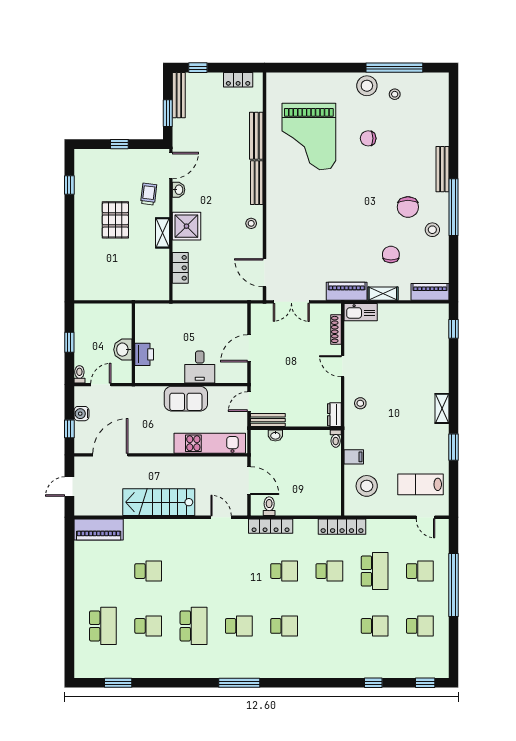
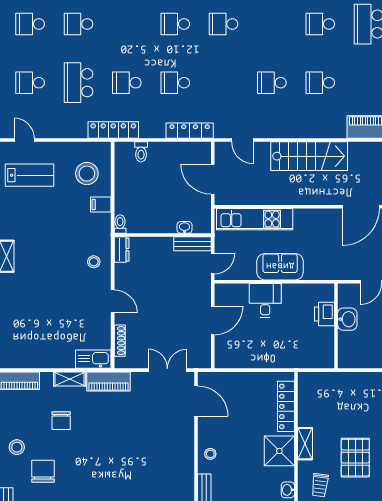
locker: (180, 268) -> (286, 406), width x1.53
toilet: (269, 506) -> (141, 152), moved
school desk: (194, 626) -> (272, 83), moved, width x0.54

